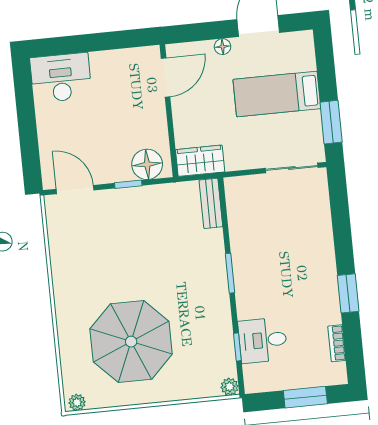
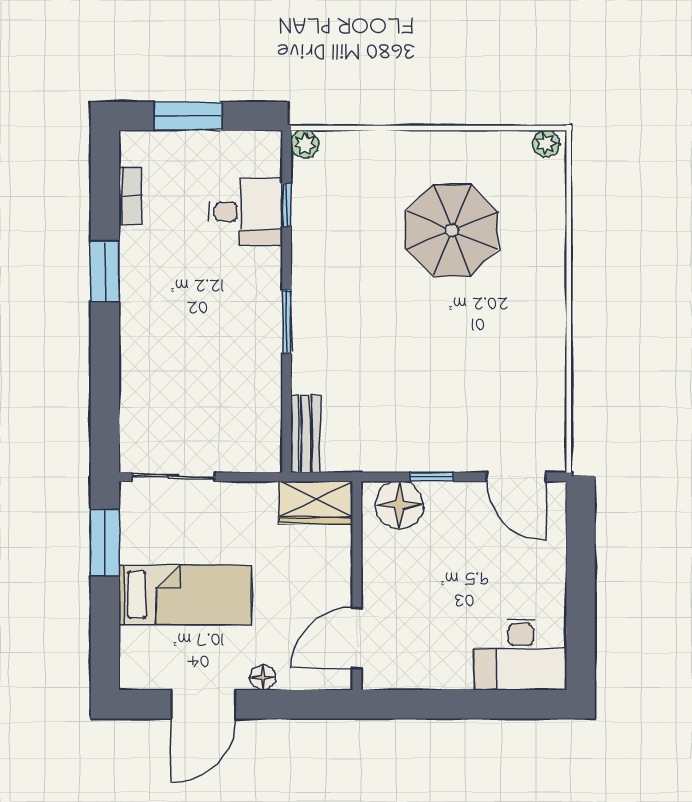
parasol: (131, 342) -> (452, 230), width x0.73, depth x0.73

